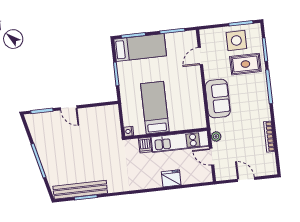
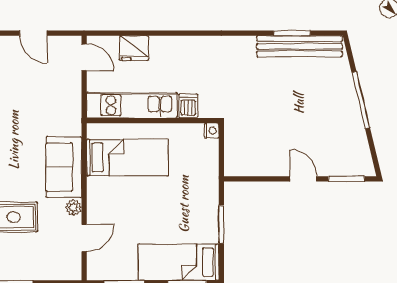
side table: (236, 40) -> (24, 256), removed
bed: (155, 108) -> (127, 158), moved, turned -90
plant: (216, 136) -> (73, 207), moved
door: (212, 157) -> (84, 57), moved
fridge: (171, 178) -> (134, 48), moved

